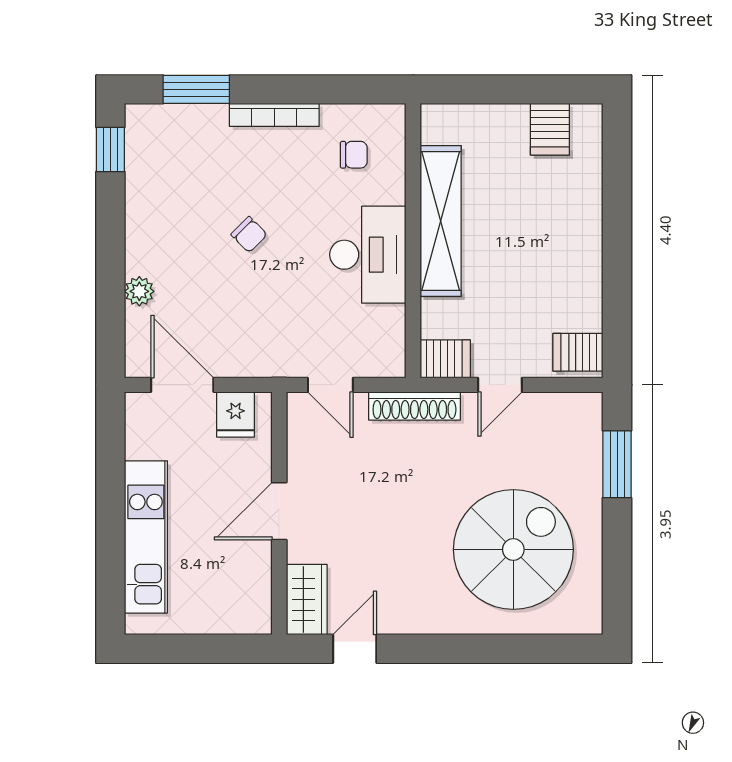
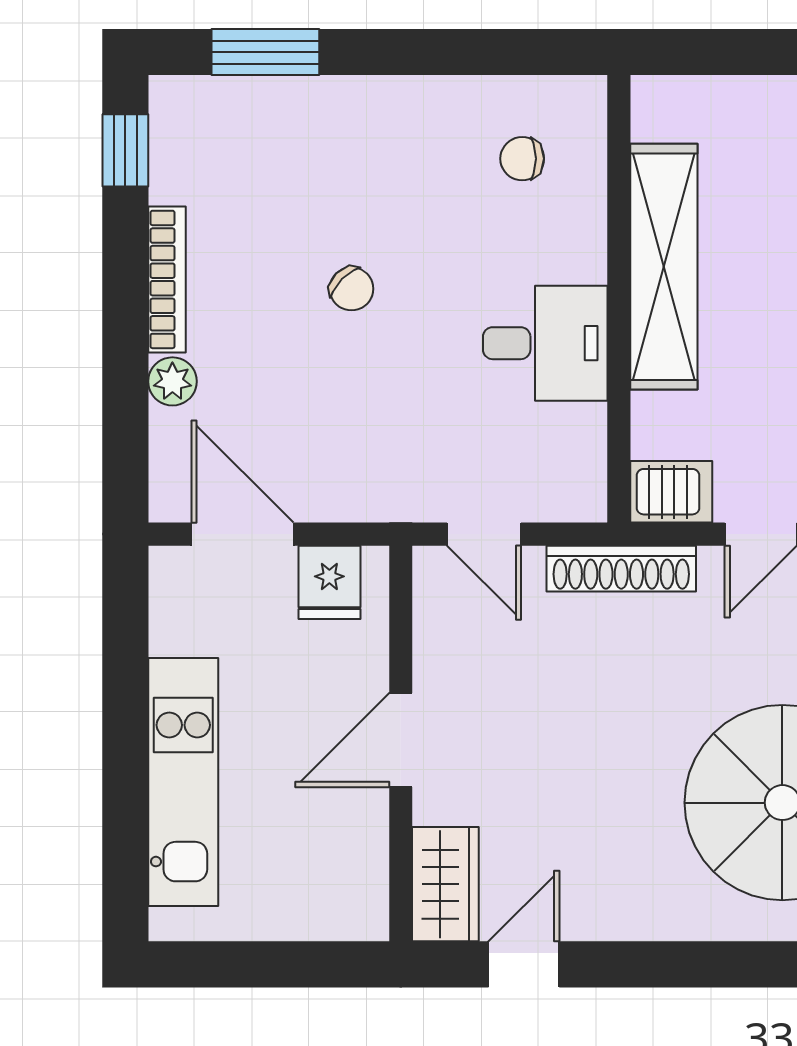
bookcase: (274, 115) -> (167, 279), moved, turned -90
chair: (354, 155) -> (522, 159), turned 180
desk: (368, 255) -> (545, 343), width x0.73

